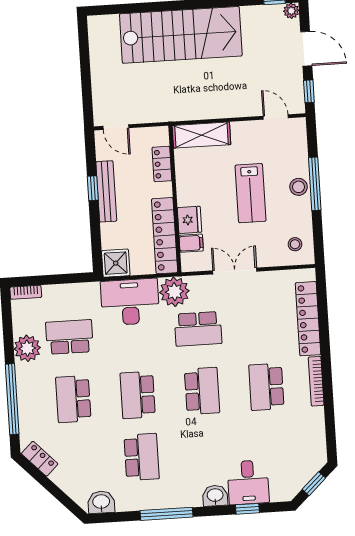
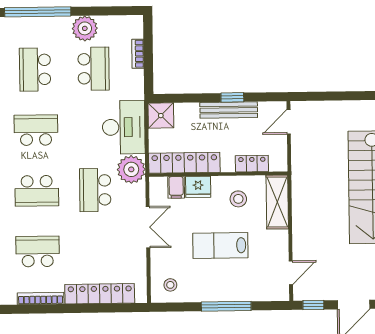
stool: (299, 187) -> (238, 199), moved
bookcase: (26, 292) -> (138, 54), moved
school desk: (73, 399) -> (35, 69), turned -90

